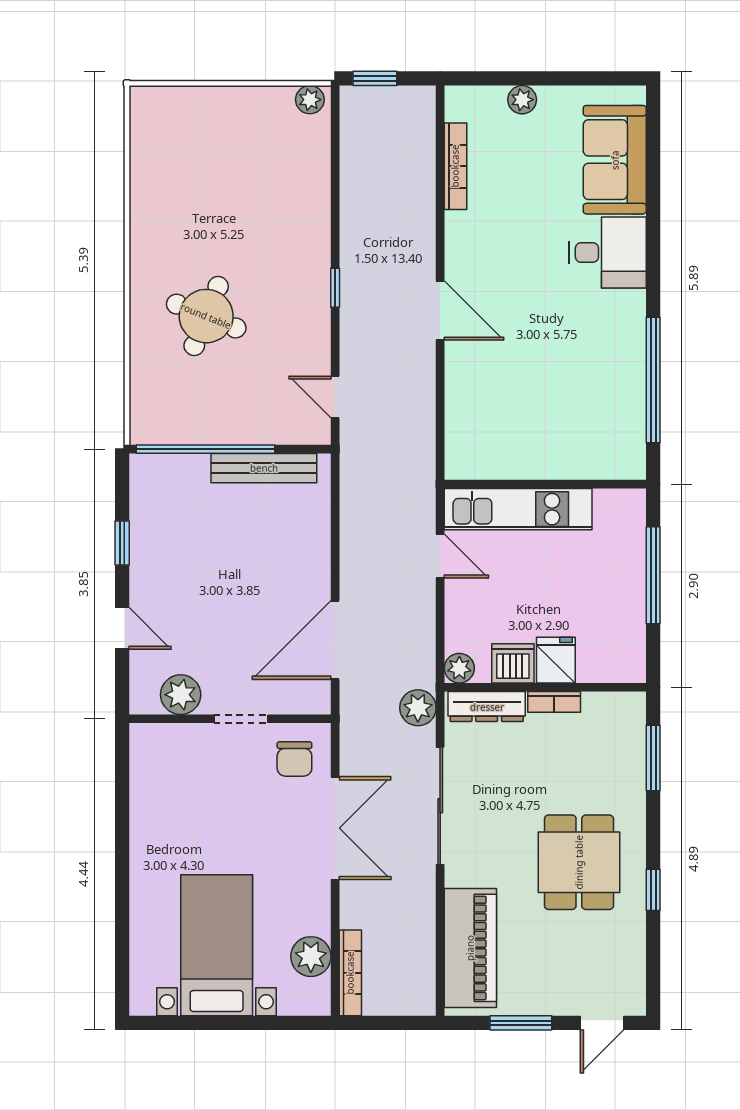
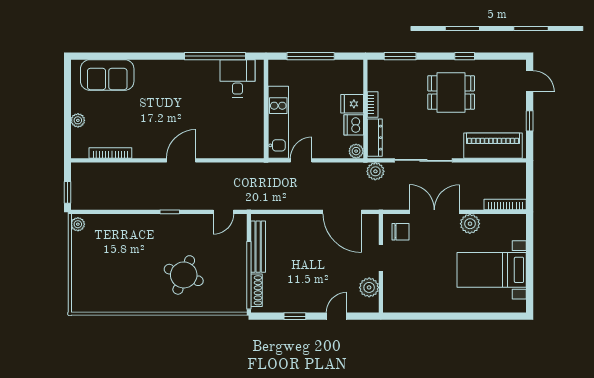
desk: (608, 252) -> (237, 78), moved
shoe rack: (175, 465) -> (256, 290), added
plant: (311, 957) -> (470, 224), moved
window: (521, 1023) -> (530, 121), width x0.67

